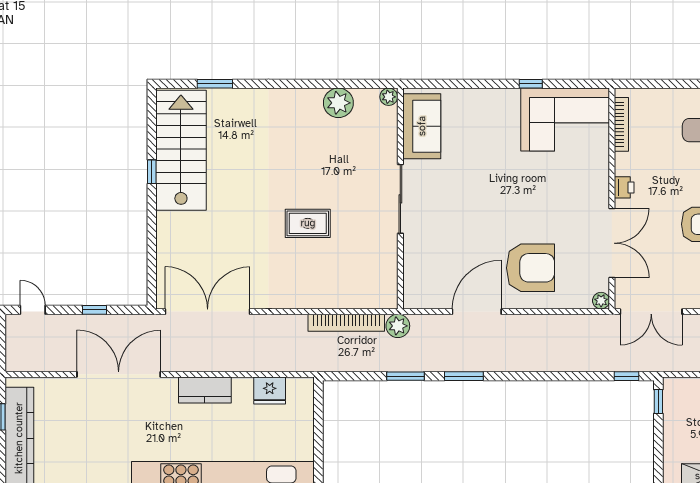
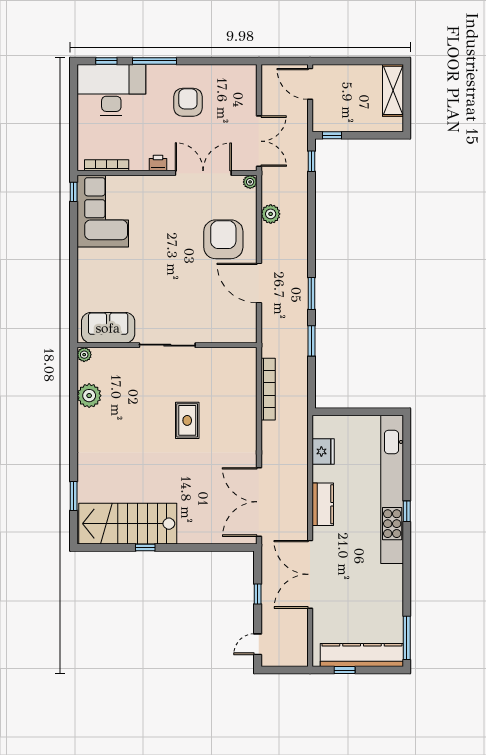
window: (531, 84) -> (74, 192), moved
plant: (398, 326) -> (271, 214), moved

